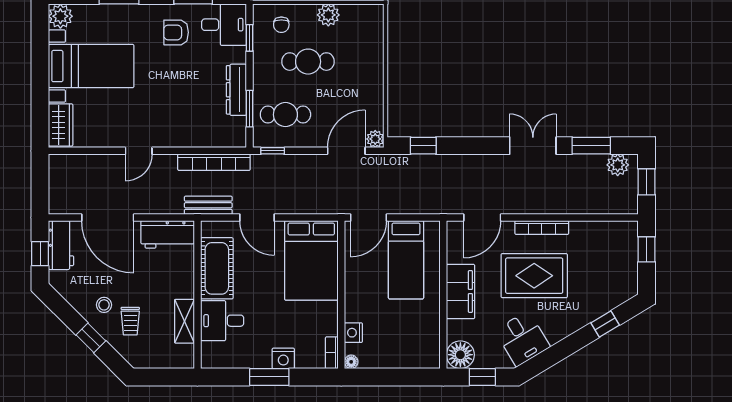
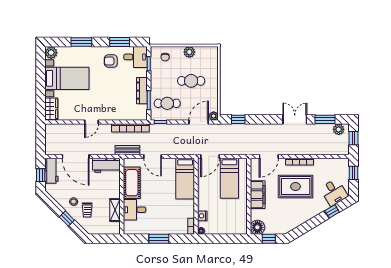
cafe table: (308, 62) -> (191, 81), moved
bed: (311, 260) -> (185, 179), width x0.67
desk: (522, 339) -> (334, 192), moved
nightstand: (283, 358) -> (166, 229), removed

